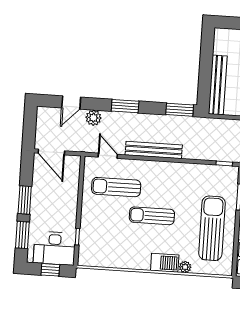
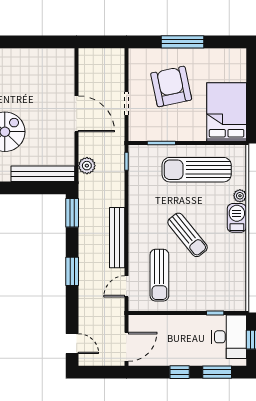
door: (71, 103) -> (72, 344), moved
plant: (93, 118) -> (87, 166), moved
window: (25, 200) -> (180, 372), width x0.67
sun lounger: (152, 216) -> (188, 235), turned -39

